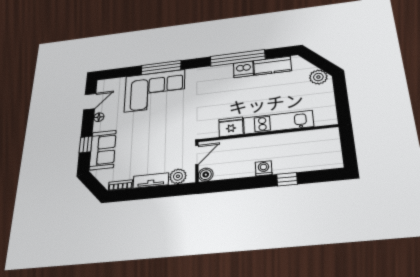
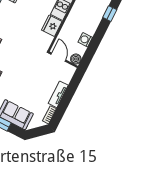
washing machine: (264, 168) -> (85, 40), moved
plant: (178, 176) -> (66, 76), removed

